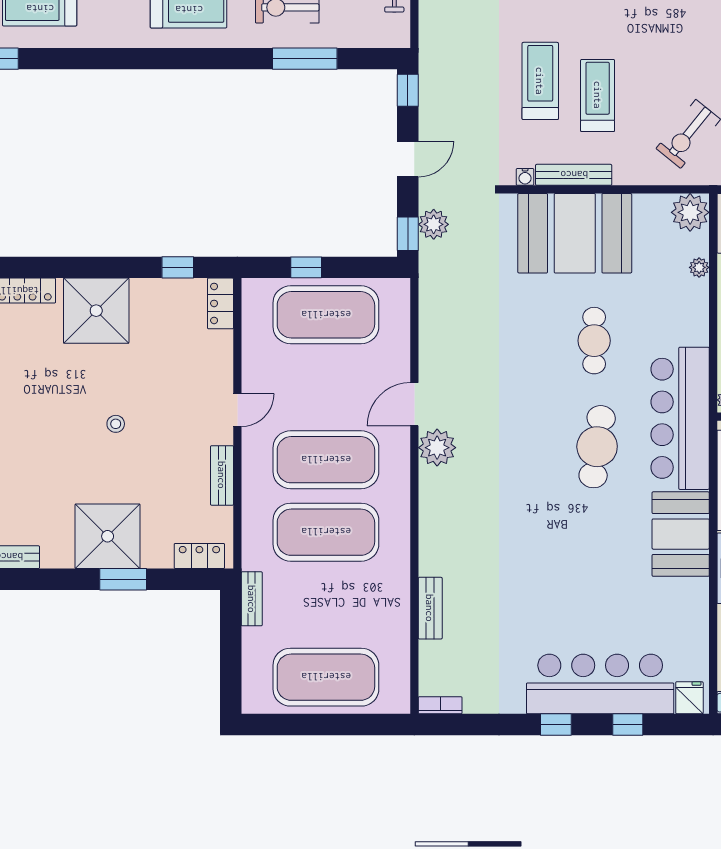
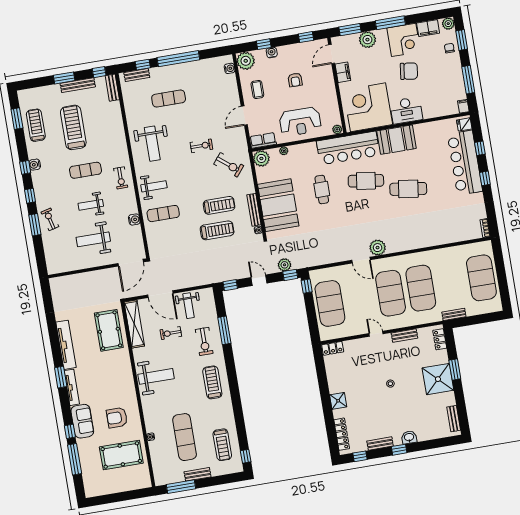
treadmill: (540, 81) -> (217, 230), turned 180
treadmill: (598, 95) -> (219, 205), turned 180
window: (178, 267) -> (321, 369), removed
window: (306, 267) -> (307, 286), moved
shower: (96, 311) -> (338, 401), width x0.54, depth x0.54
cafe table: (594, 341) -> (322, 189), turned 90
cafe table: (562, 542) -> (408, 189), added
bench: (430, 608) -> (445, 239), removed

